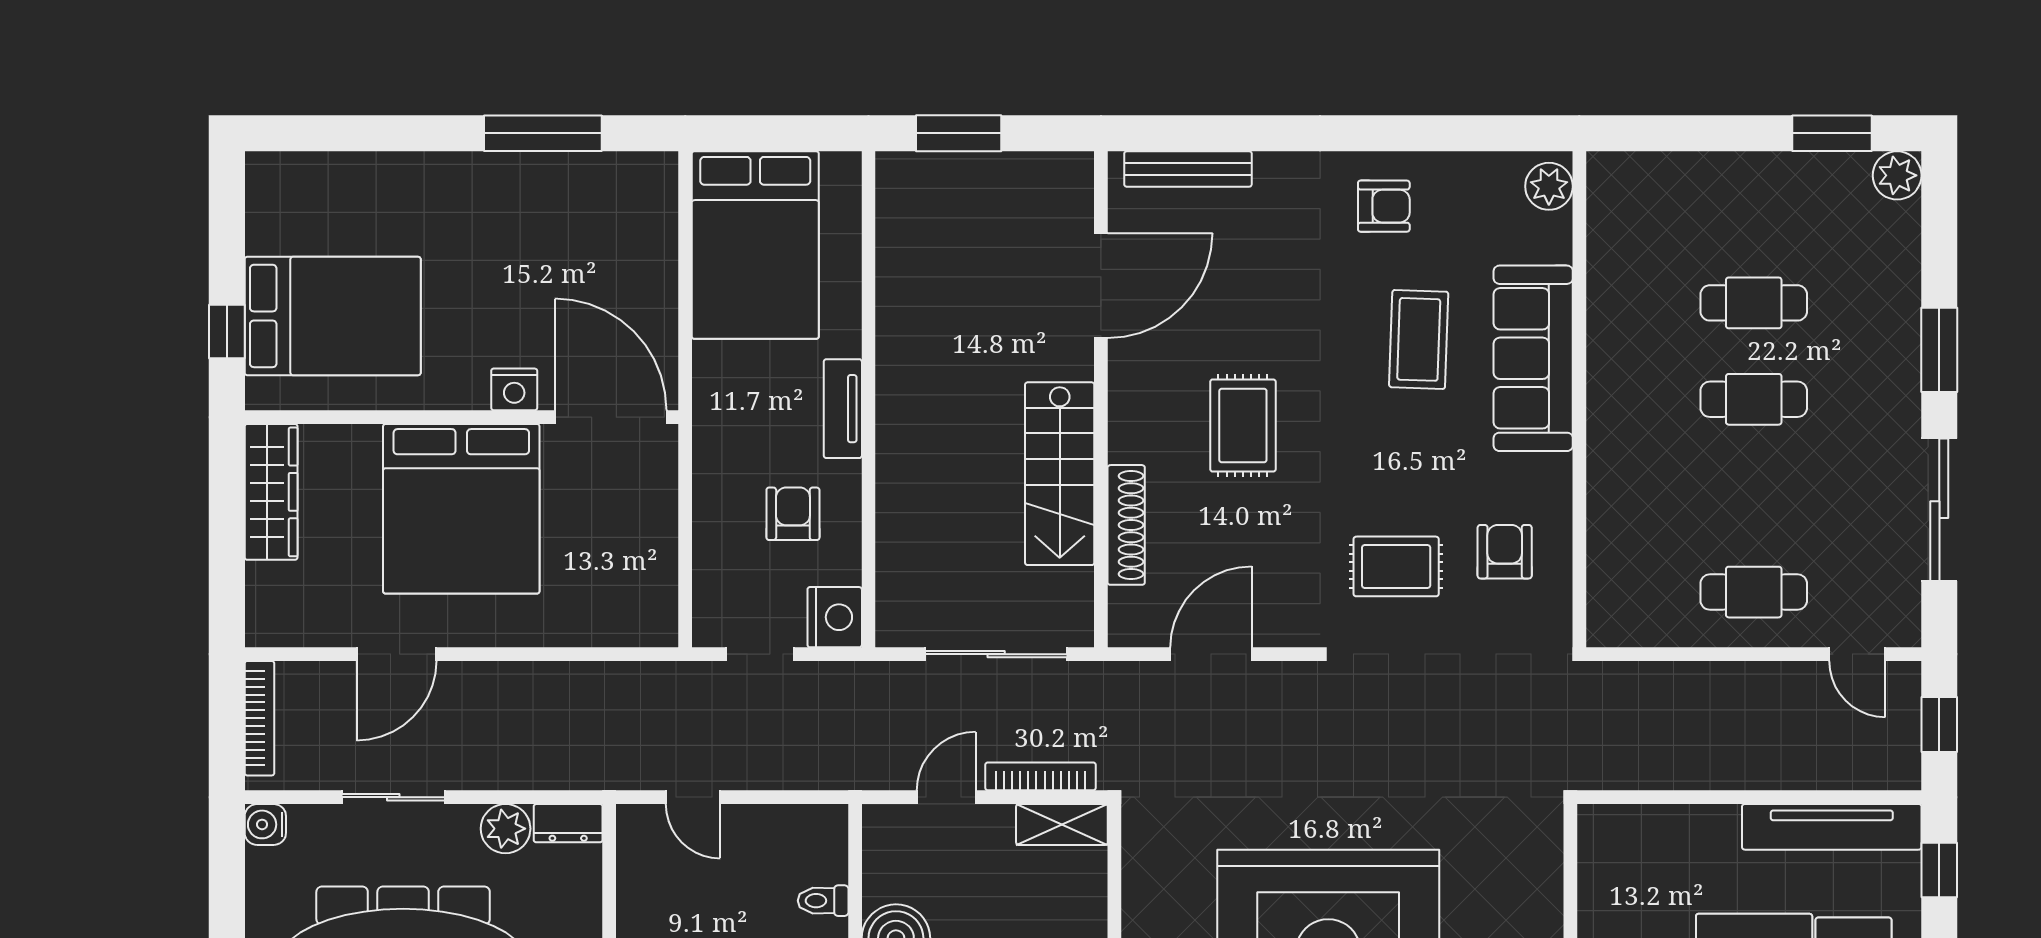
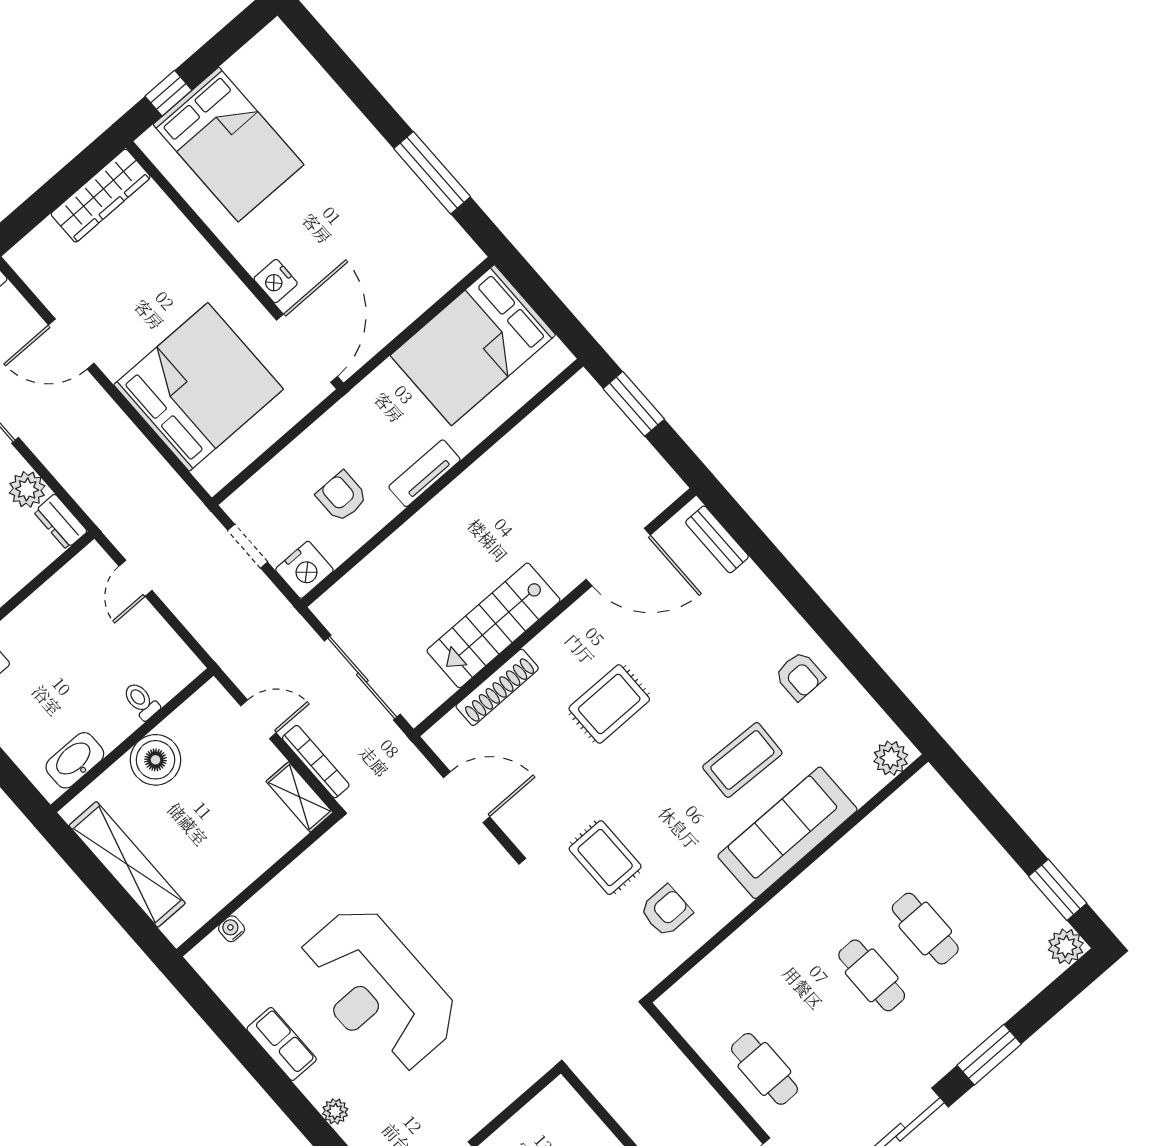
bench: (1188, 169) -> (717, 539), width x0.73
bed: (461, 509) -> (198, 387), moved, turned 180
armchair: (793, 514) -> (342, 496), turned -90

